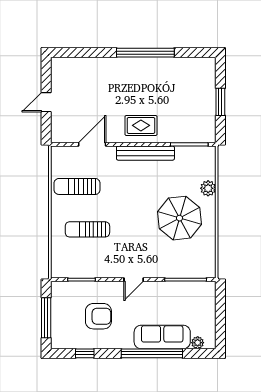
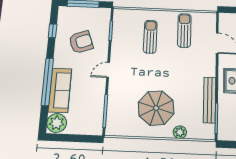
bench: (145, 153) -> (210, 100), moved
door: (134, 280) -> (108, 70), hinge flipped
armchair: (98, 316) -> (81, 42), turned -110
plant: (198, 343) -> (57, 123), width x1.87, depth x1.87

